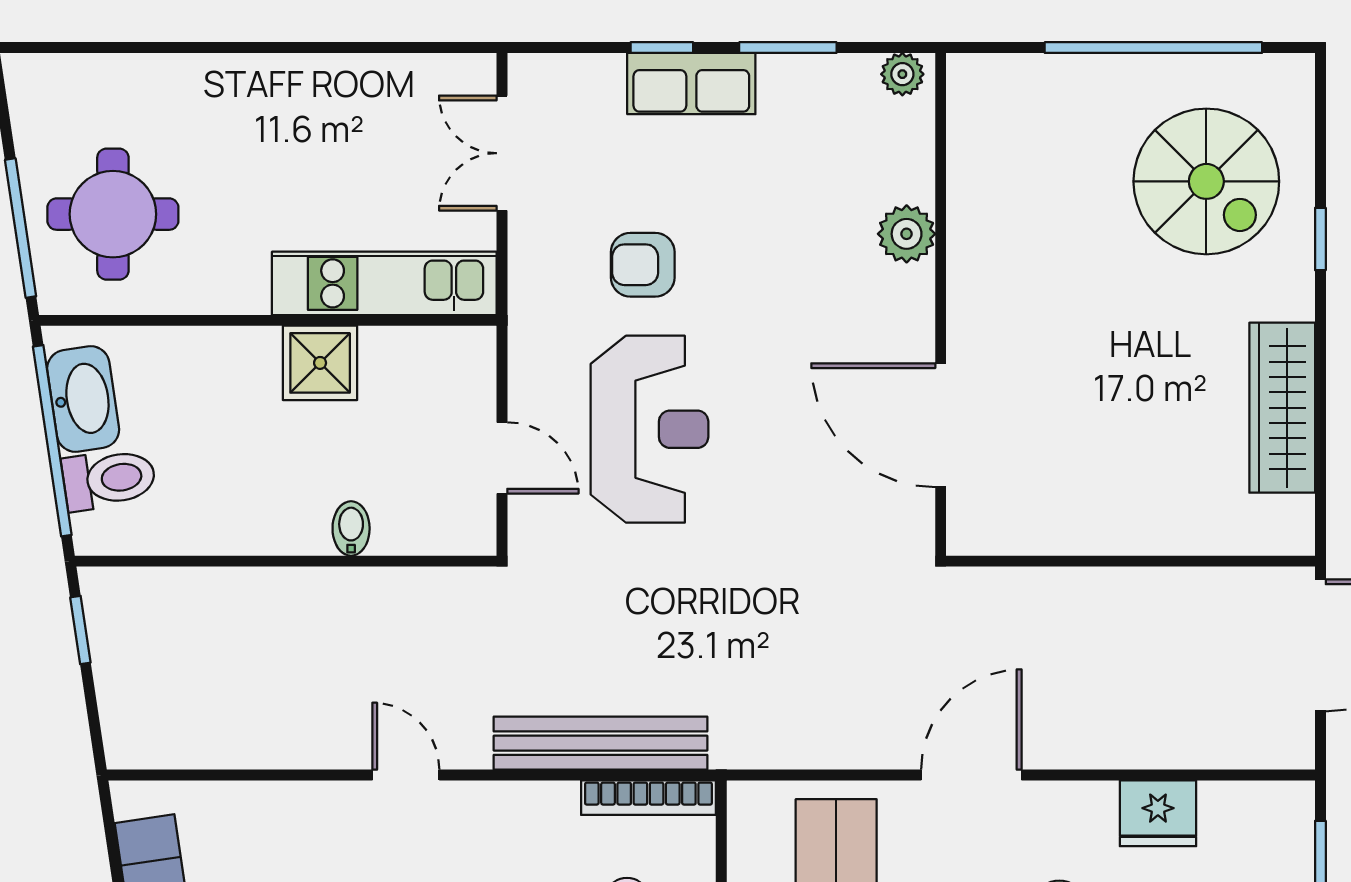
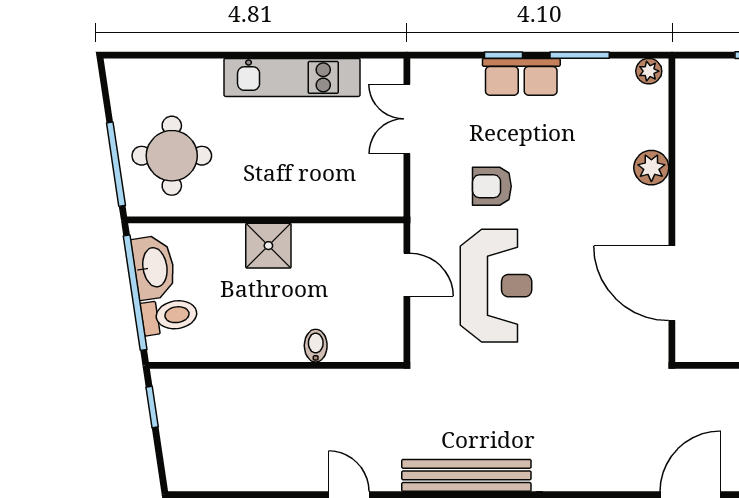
kitchen unit: (384, 283) -> (292, 77), moved, turned 180
shower: (320, 363) -> (268, 246), moved
door: (502, 458) -> (407, 275), moved

